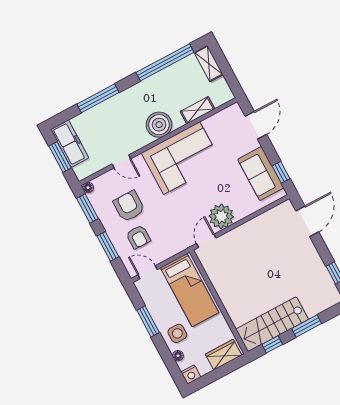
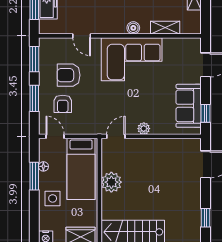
boiler: (159, 125) -> (133, 28), width x0.54, depth x0.54
floor lamp: (88, 188) -> (44, 43), removed
armchair: (129, 206) -> (69, 75), turned -90
plant: (221, 216) -> (144, 129), width x0.53, depth x0.53
plant: (226, 287) -> (111, 182), added
floor lamp: (178, 356) -> (43, 166), moved

